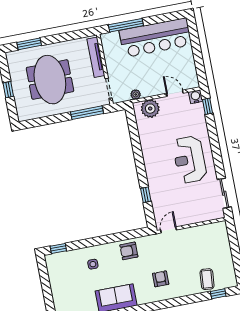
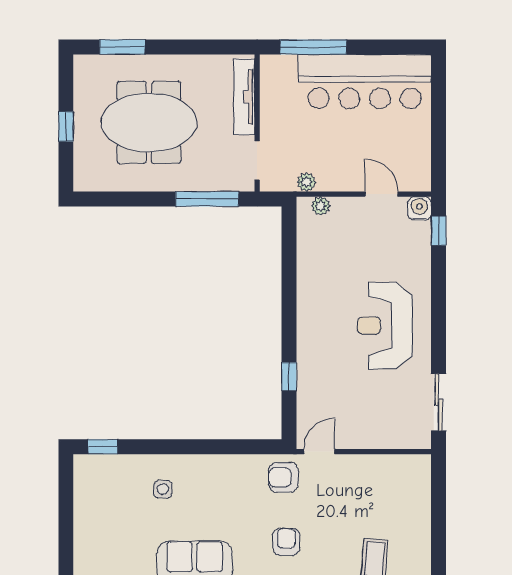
meeting table: (50, 80) -> (149, 122), turned 90
plant: (150, 109) -> (321, 206), width x0.53, depth x0.53
armchair: (129, 251) -> (284, 477), moved

